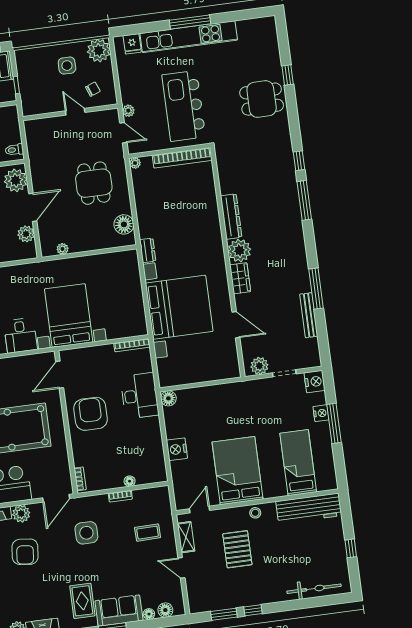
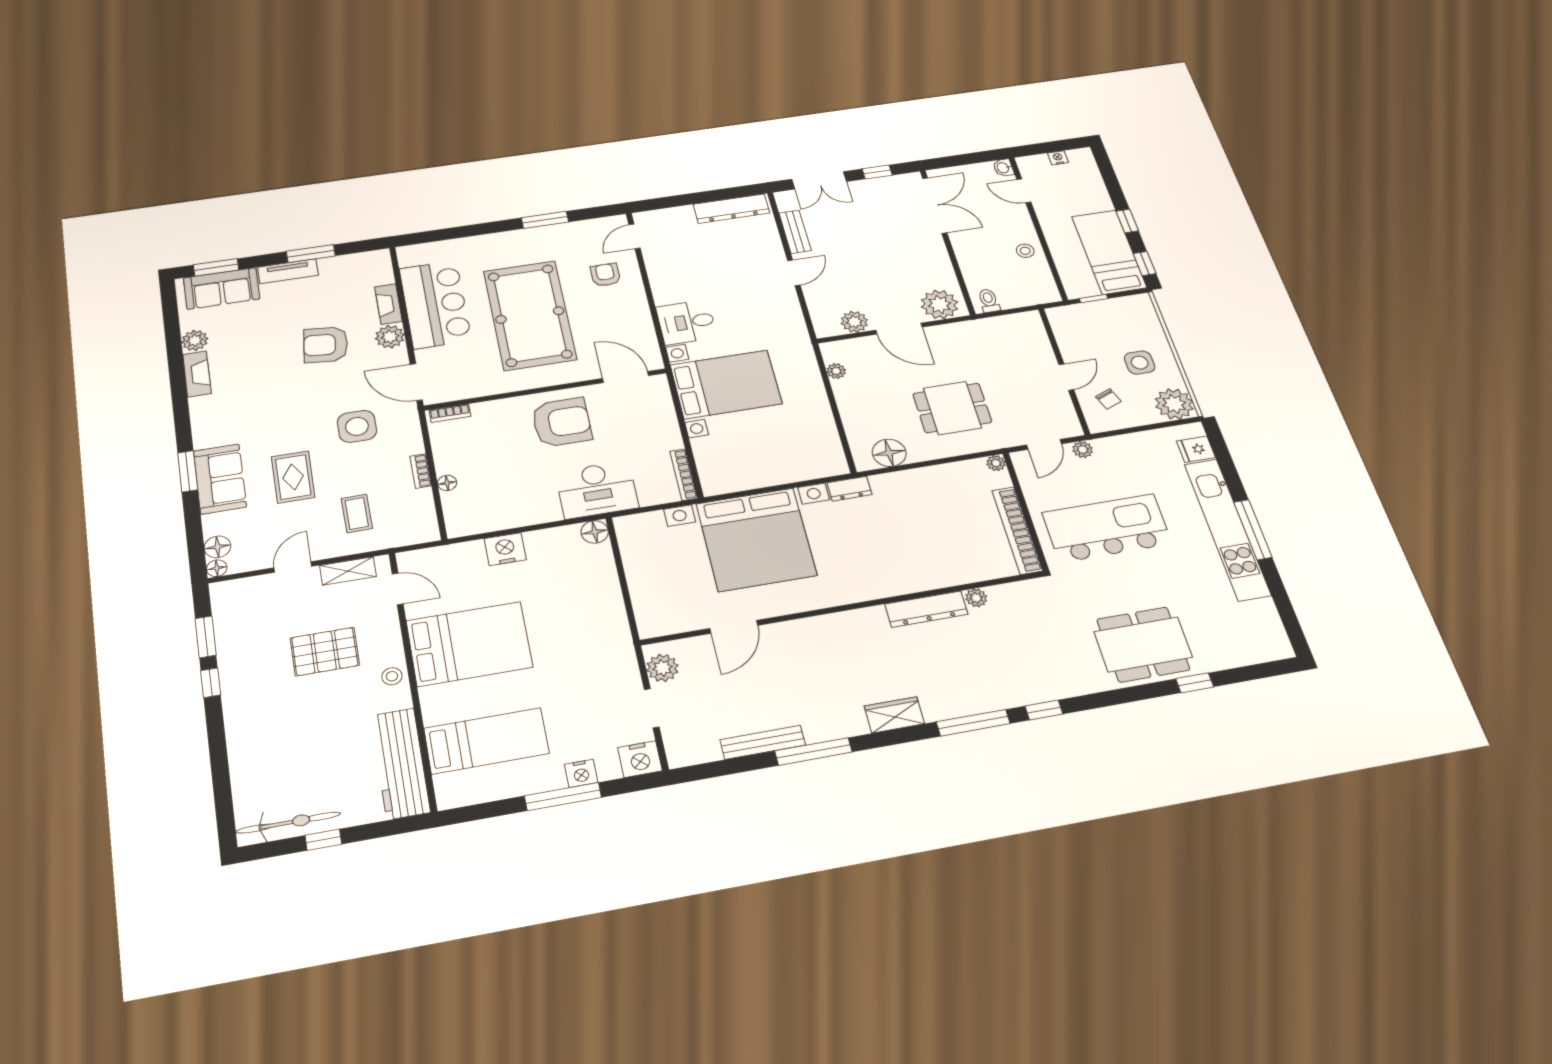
dining table: (262, 99) -> (1143, 644), width x1.38
plant: (239, 251) -> (976, 598), moved, width x0.53, depth x0.53
wardrobe: (240, 278) -> (894, 715), moved, turned 180
bicycle: (314, 589) -> (288, 823), moved, turned -90
rug: (82, 601) -> (293, 477), moved, turned 90
floor lamp: (149, 614) -> (217, 568), moved

